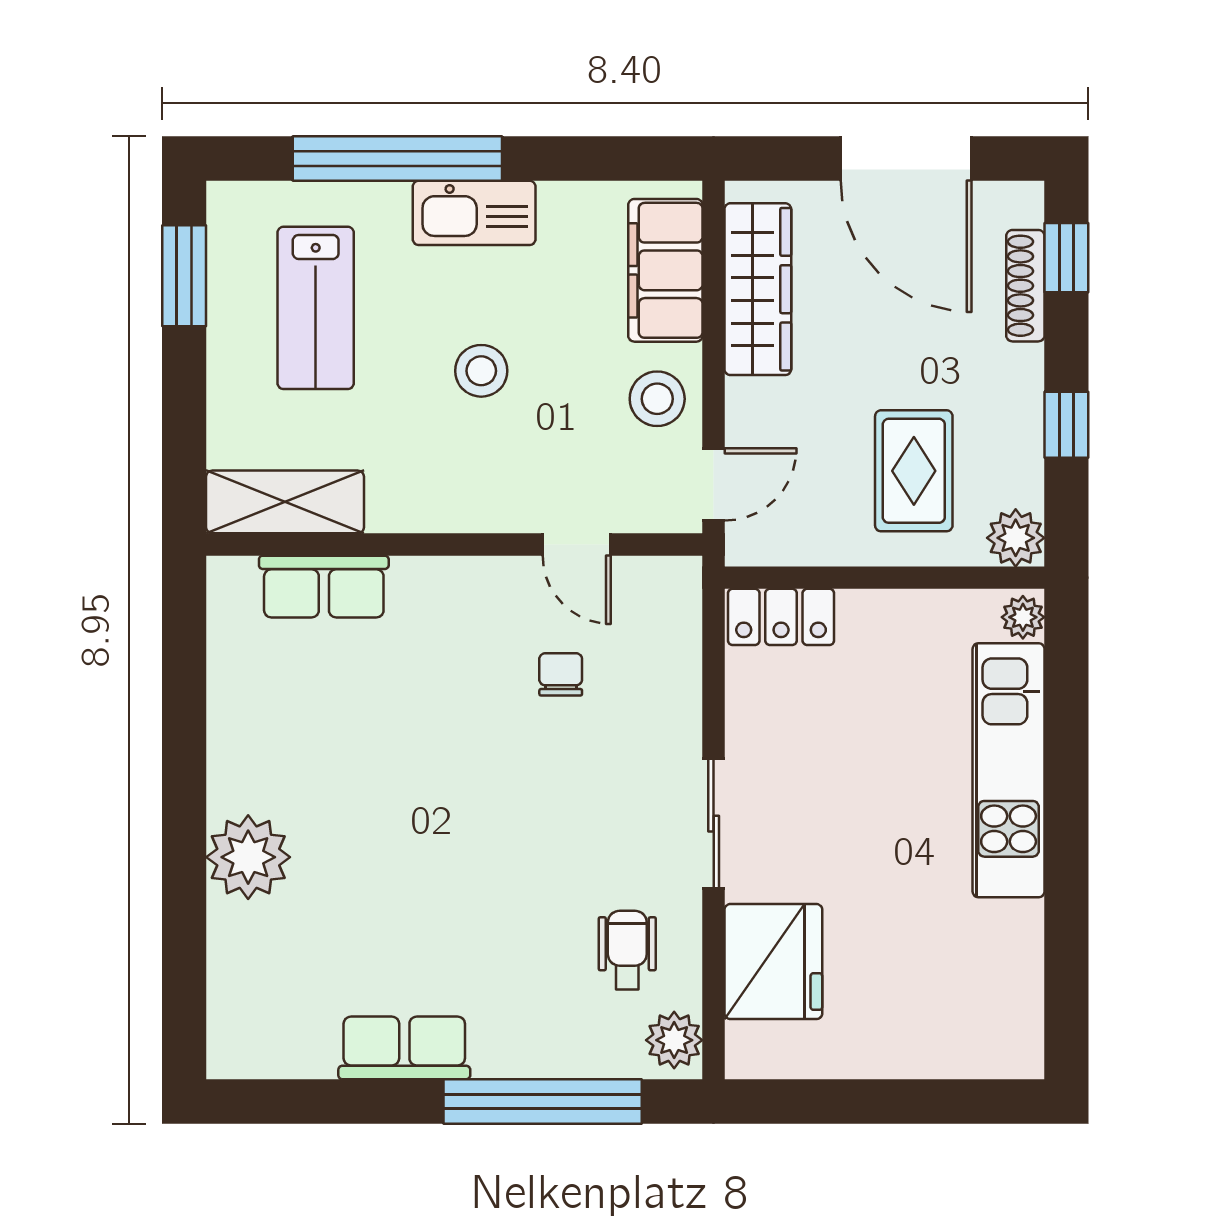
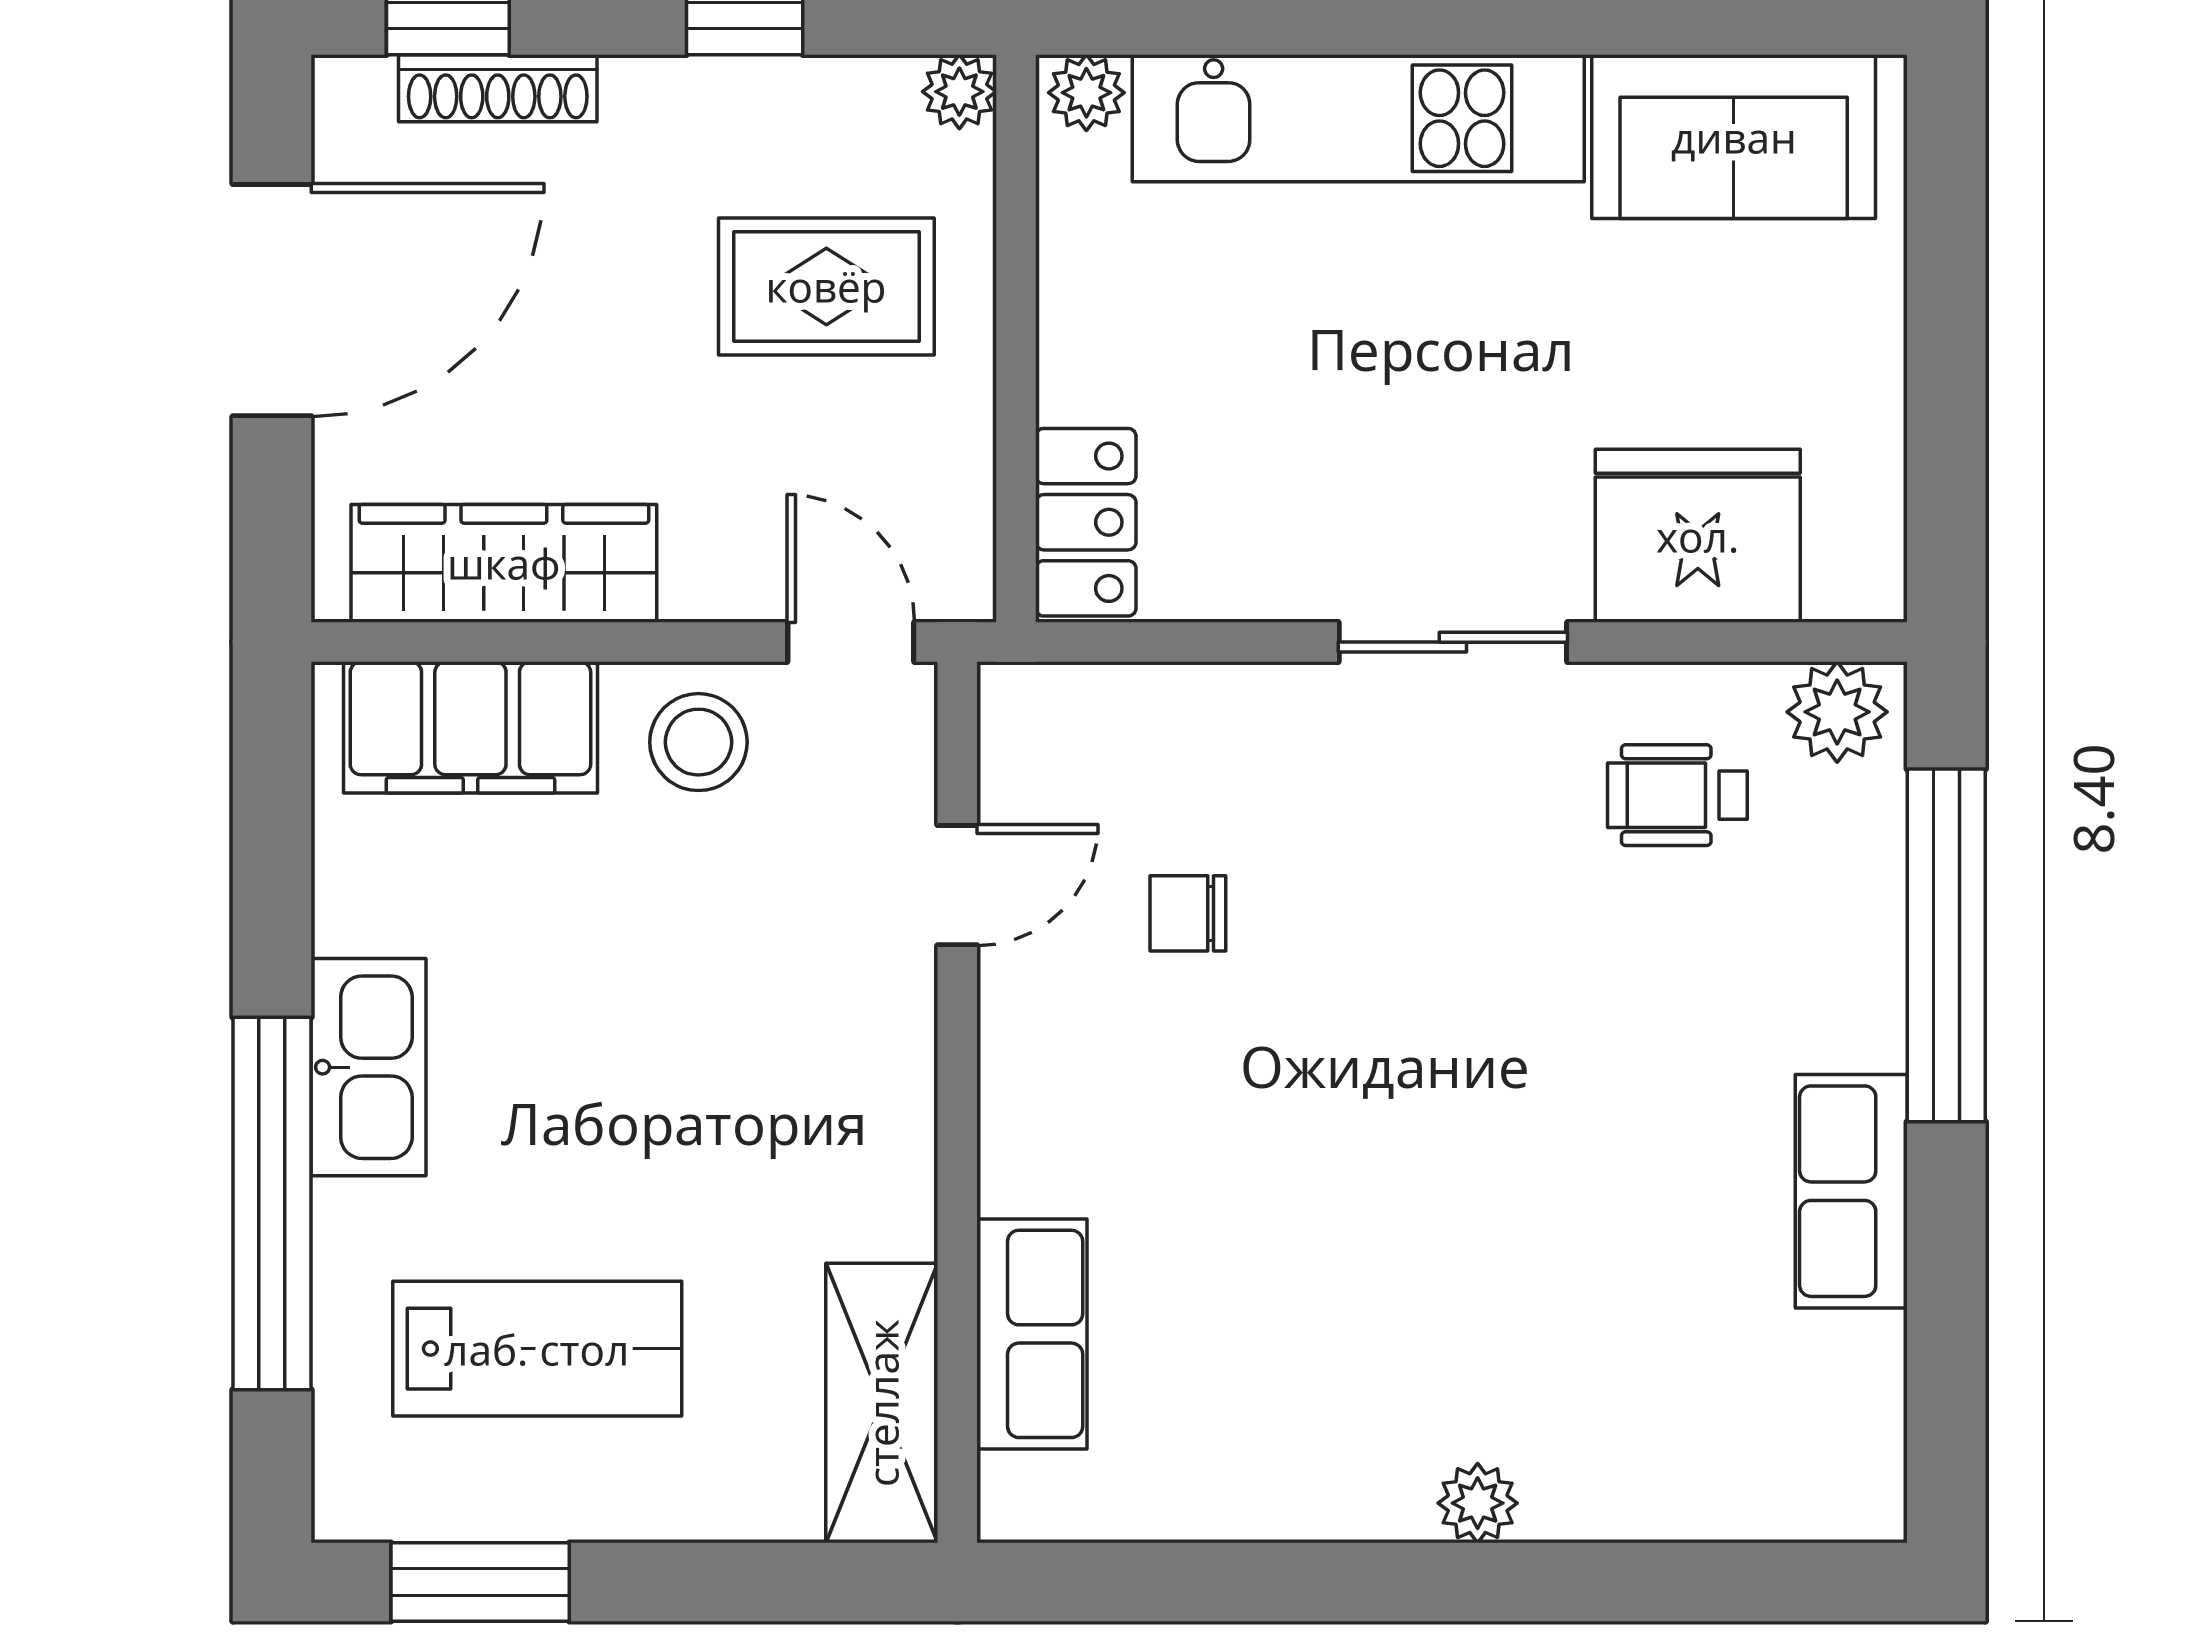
stool: (481, 371) -> (649, 1054), removed
plant: (1016, 538) -> (959, 92), width x0.73, depth x0.73
plant: (248, 857) -> (1478, 1503), width x0.53, depth x0.53
sofa: (998, 982) -> (1734, 137), added

